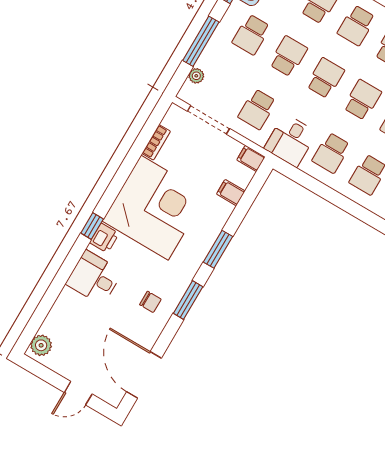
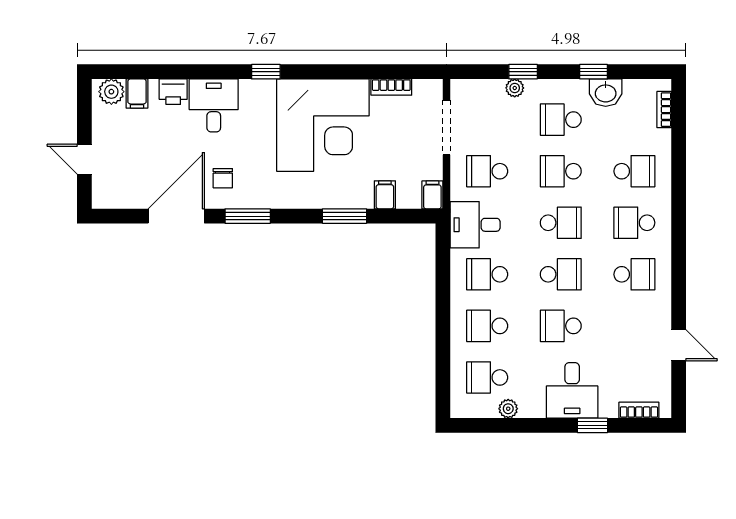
window: (201, 41) -> (523, 72), width x0.46
school desk: (288, 56) -> (561, 171), turned 180
plant: (196, 76) -> (515, 88), moved
printer: (104, 238) -> (173, 92), moved
window: (218, 249) -> (344, 216), moved
filing cabinet: (53, 328) -> (137, 94), added
door: (144, 375) -> (176, 216), moved

